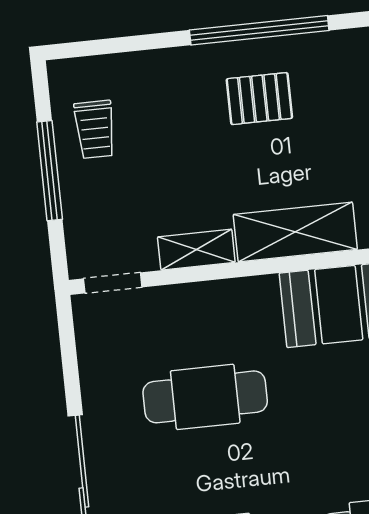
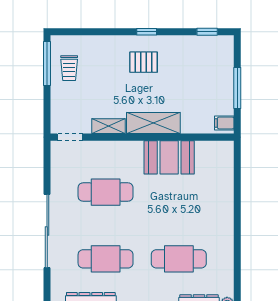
window: (259, 30) -> (147, 32), width x0.32
window: (50, 171) -> (47, 63), moved

